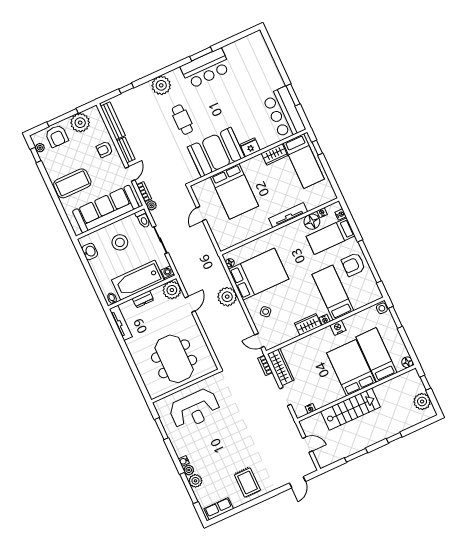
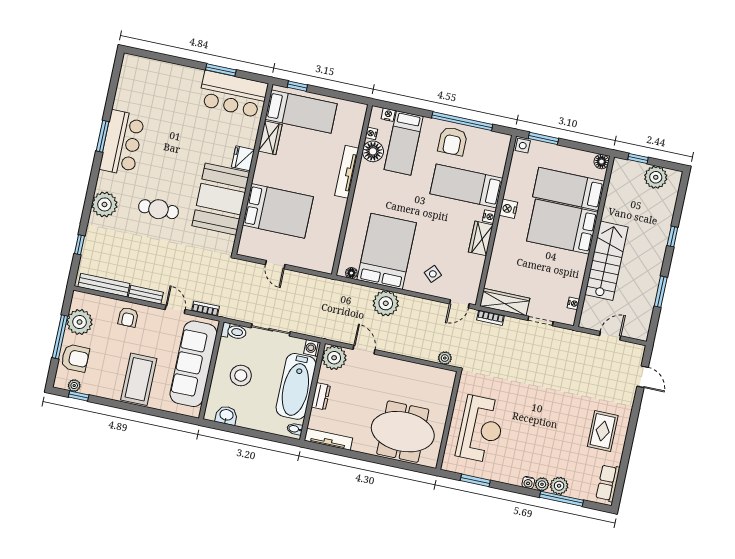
plant: (151, 205) -> (445, 358), moved
meeting table: (174, 359) -> (403, 432), moved
rug: (247, 482) -> (603, 431), turned 90

